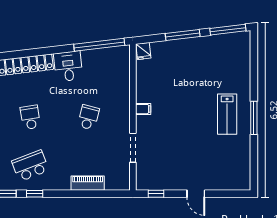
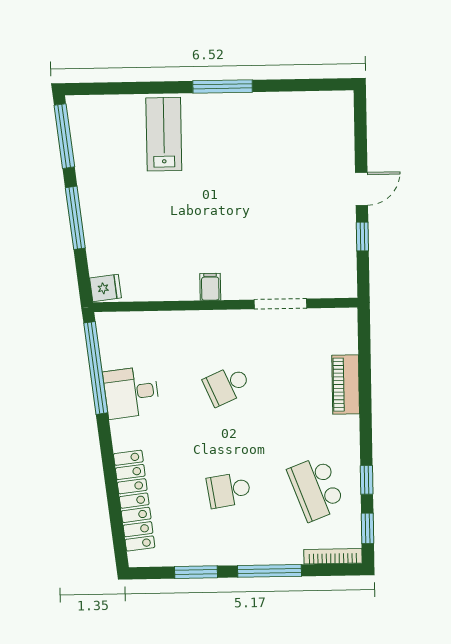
desk: (68, 66) -> (131, 392), moved
lab bench: (227, 114) -> (164, 134), moved, turned -90
school desk: (88, 117) -> (227, 385), turned -39
window: (156, 194) -> (362, 236), moved

